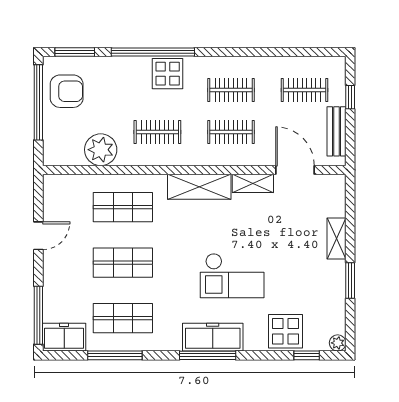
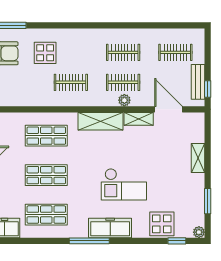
window: (153, 52) -> (68, 25), removed
display table: (168, 74) -> (45, 53), moved
window: (350, 97) -> (208, 89), moved
plant: (101, 150) -> (124, 100), moved, width x0.53, depth x0.53
window: (350, 280) -> (208, 201), moved
window: (115, 355) -> (41, 241), removed
window: (208, 355) -> (89, 241), moved

